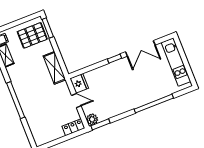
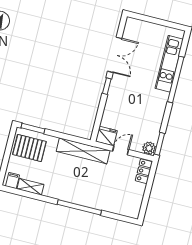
pallet: (32, 35) -> (29, 148), turned 90
kitchen unit: (176, 62) -> (169, 64), moved, turned 90
shelving: (55, 68) -> (83, 151), width x1.47

